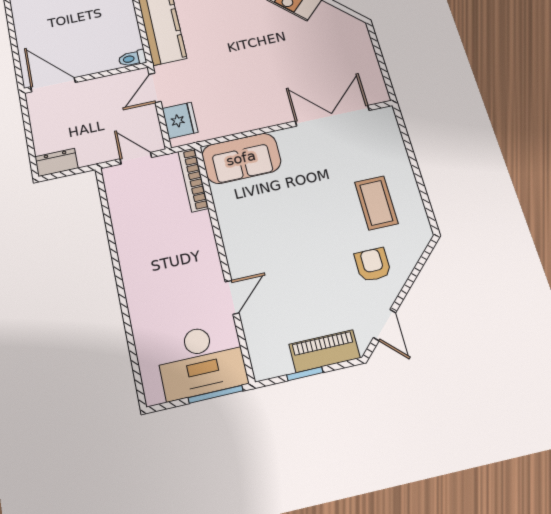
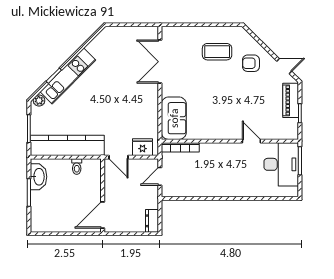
toilet: (132, 58) -> (77, 167), moved

